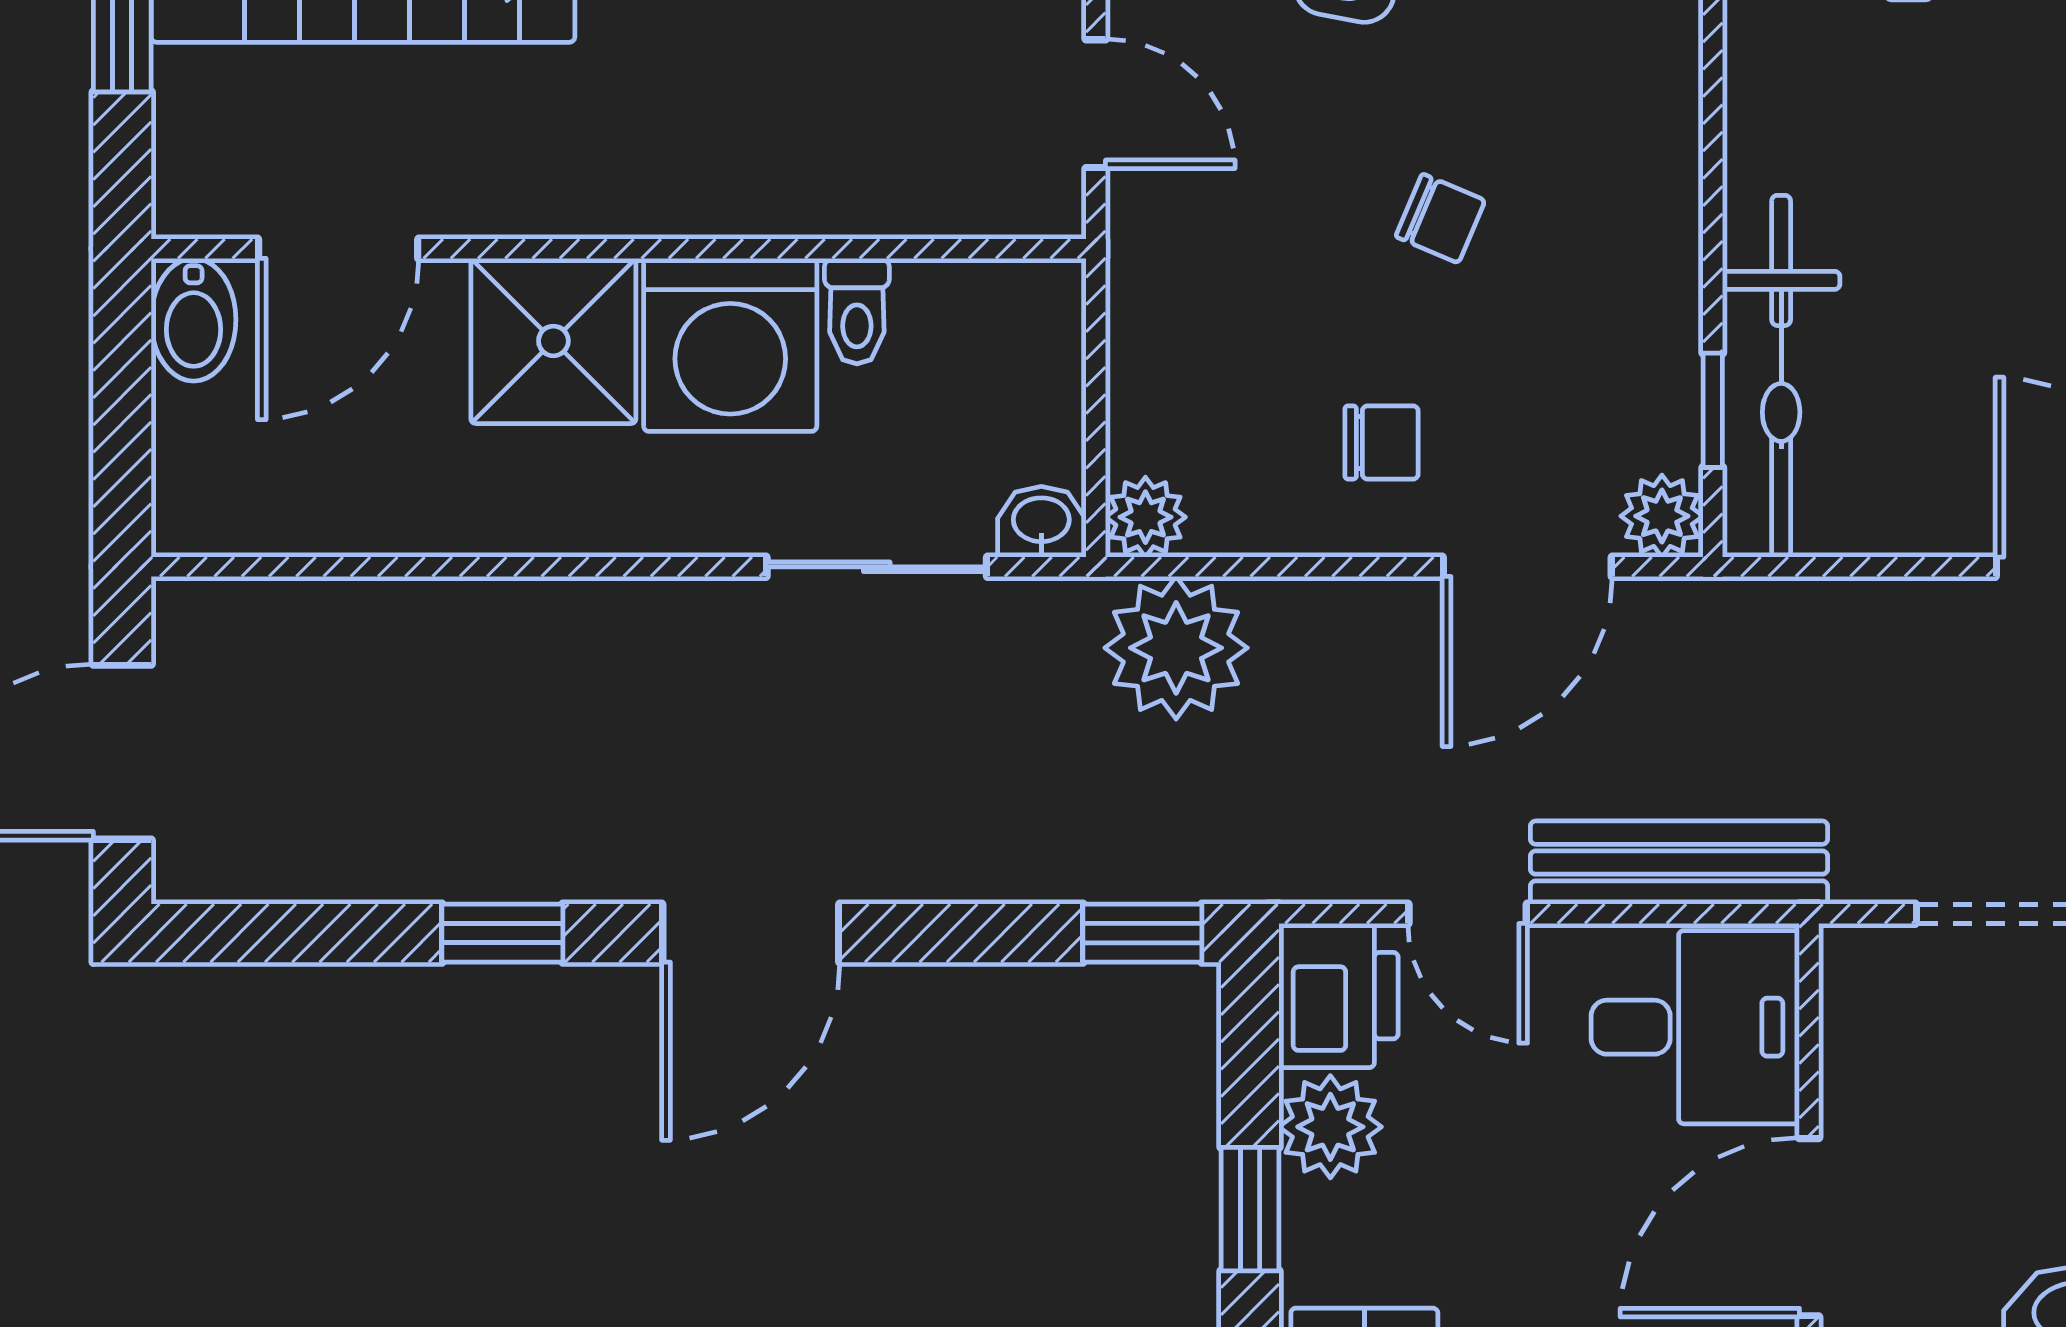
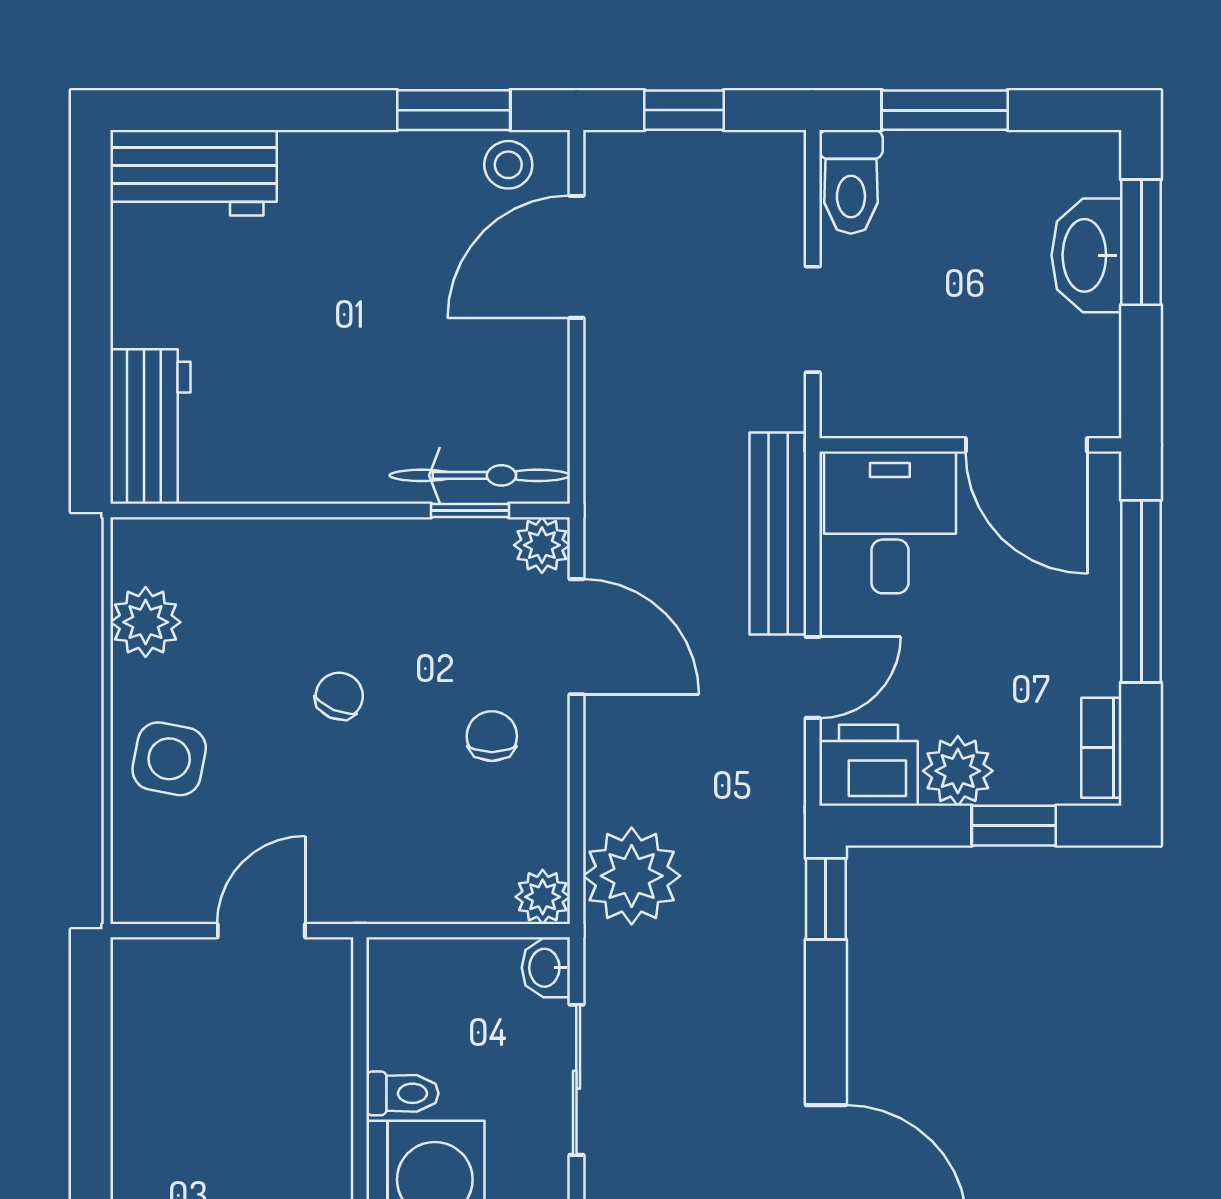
bicycle: (1781, 376) -> (480, 475), width x0.73, depth x0.71

